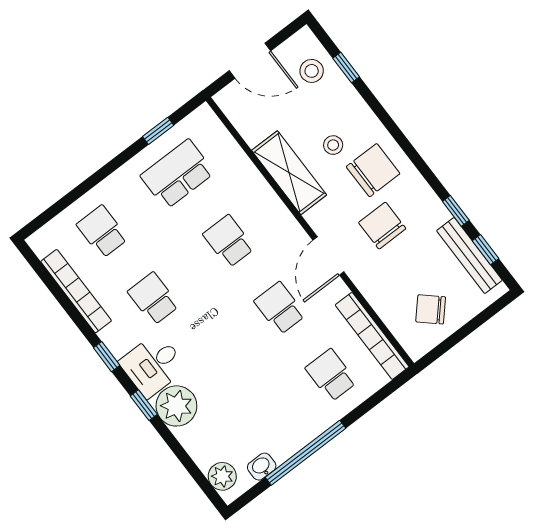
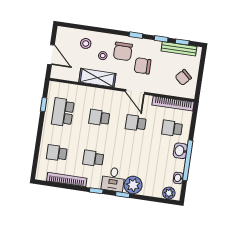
door: (250, 61) -> (51, 55), hinge flipped
window: (346, 67) -> (136, 35), moved
stool: (312, 71) -> (86, 43), moved
chair: (373, 170) -> (123, 51), turned 180
washbasin: (309, 425) -> (180, 151), added

